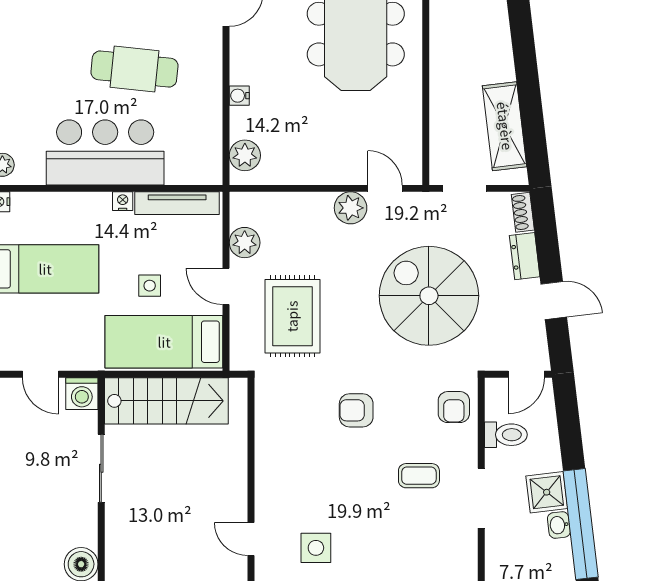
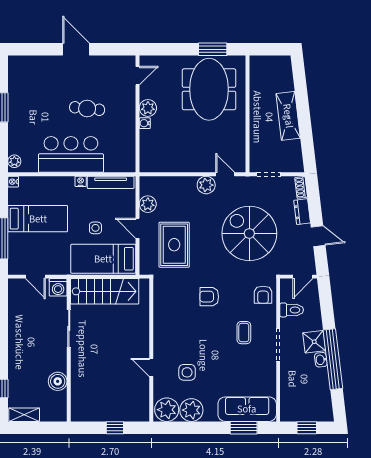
cafe table: (134, 69) -> (87, 109), width x0.73, depth x0.74
shelving: (505, 126) -> (288, 116), moved
plant: (245, 155) -> (148, 108), moved
coffee table: (419, 476) -> (244, 333), turned 90

